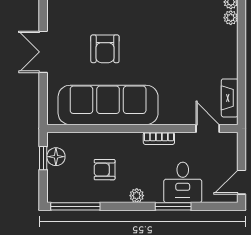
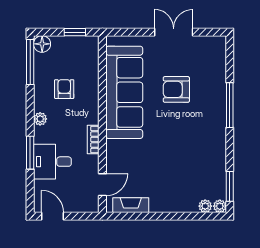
floor lamp: (56, 157) -> (42, 44), moved

